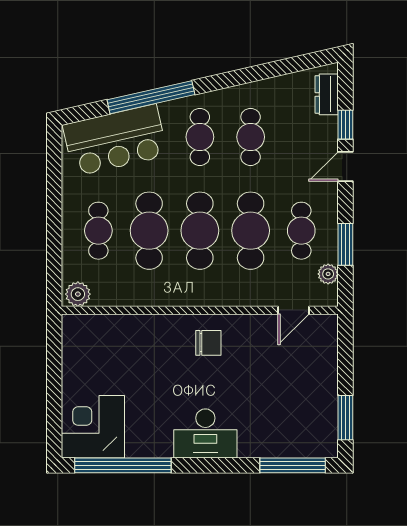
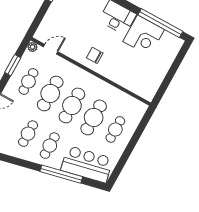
plant: (328, 274) -> (33, 47), moved
plant: (78, 294) -> (139, 107), removed
corner desk: (93, 427) -> (144, 36), moved

